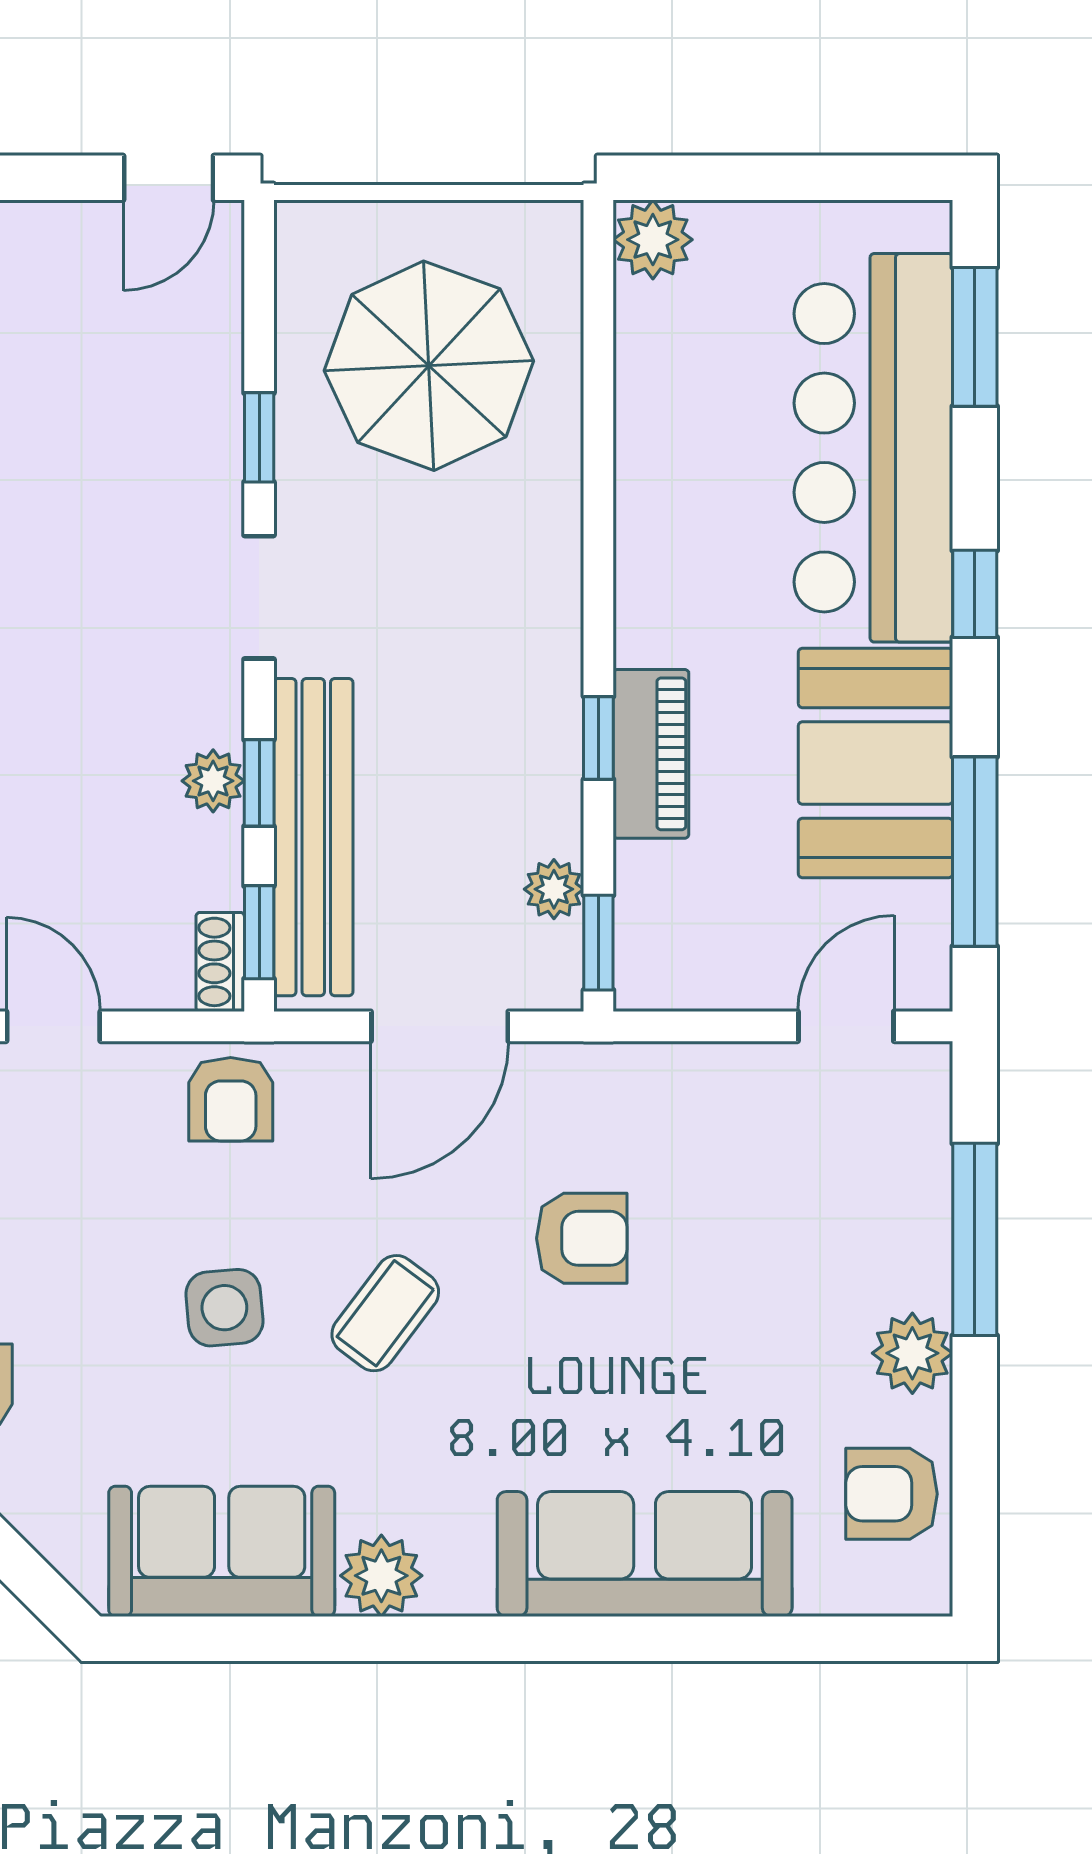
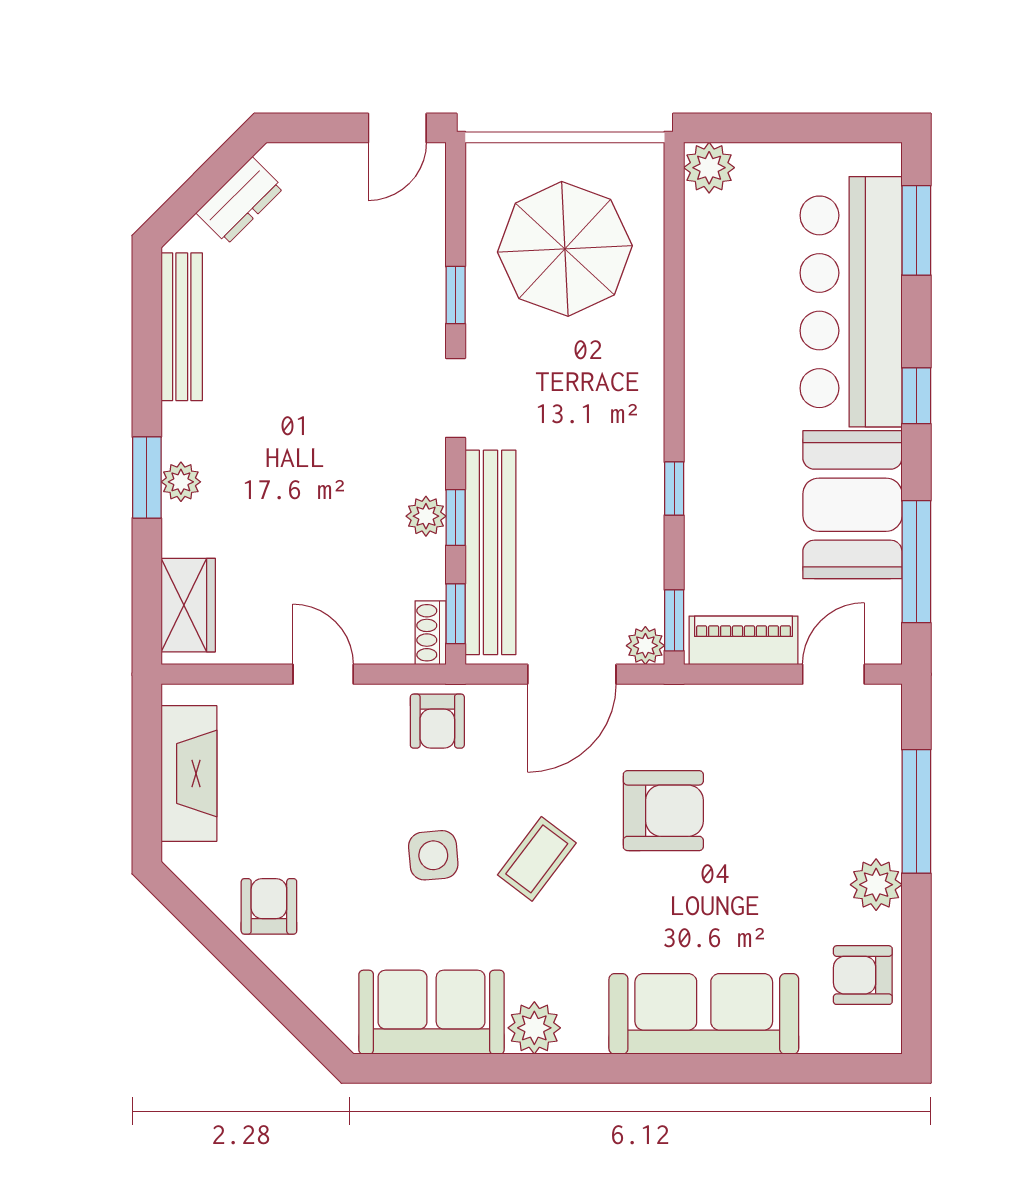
piano: (651, 754) -> (744, 640), moved, turned -90
plant: (554, 889) -> (645, 646), moved
armchair: (582, 1238) -> (663, 811), width x1.38, depth x1.38

